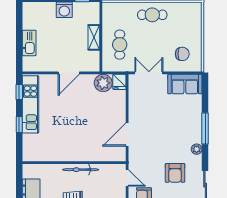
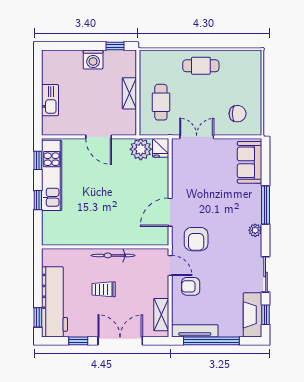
door: (69, 73) -> (99, 137), hinge flipped
sofa: (185, 84) -> (250, 162), moved, turned 90
armchair: (175, 173) -> (196, 239), moved

